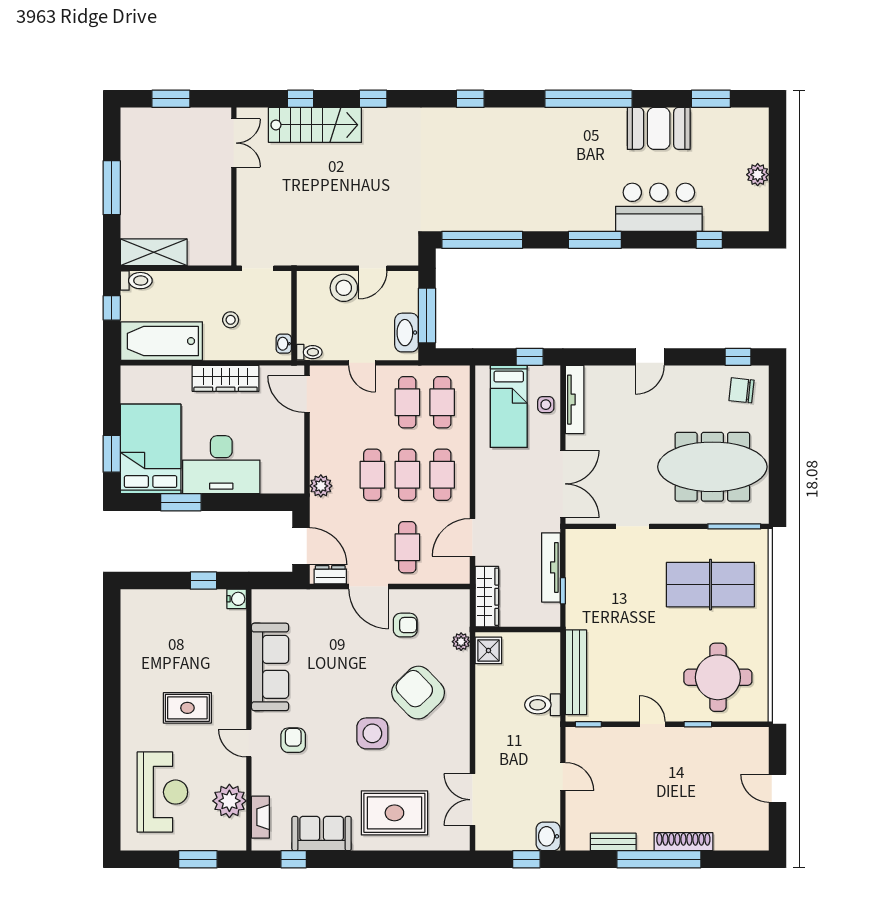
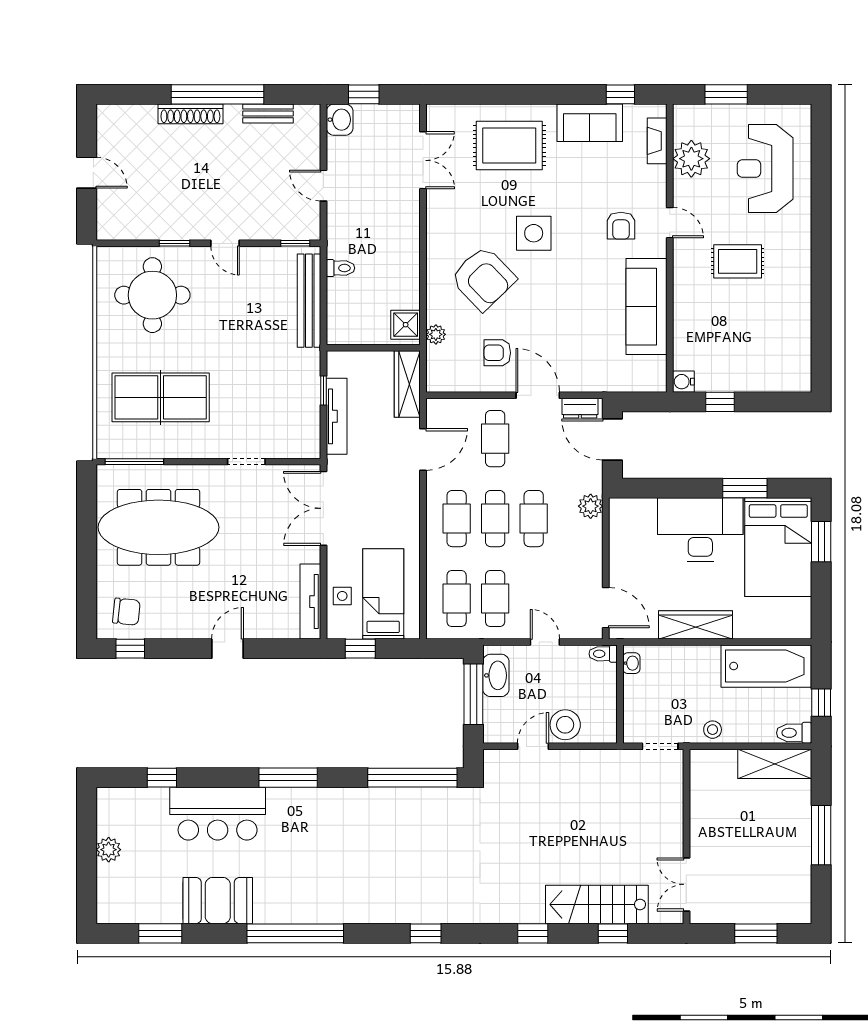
stool: (231, 320) -> (713, 730), moved
toilet: (543, 705) -> (340, 268), width x0.73, depth x0.72

